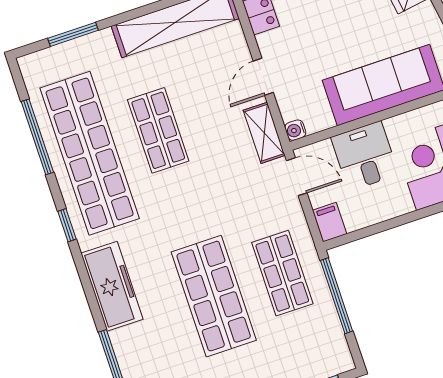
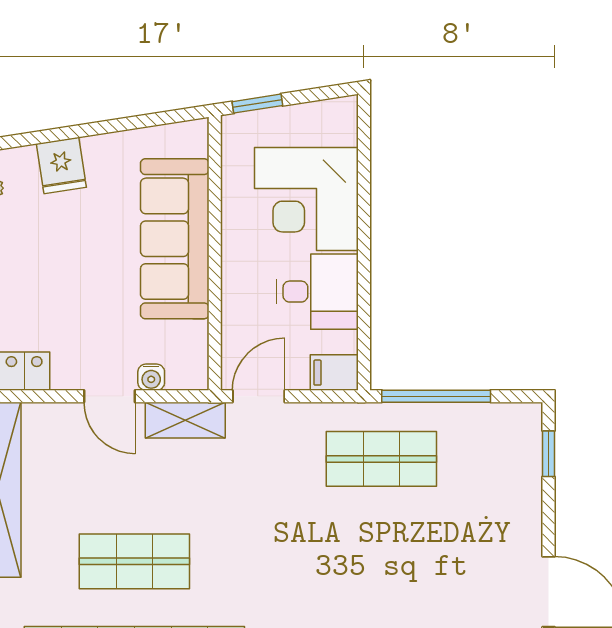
water cooler: (295, 130) -> (151, 377), moved
desk: (365, 156) -> (317, 292), moved, turned 180
shop shelf: (214, 296) -> (381, 561), removed

